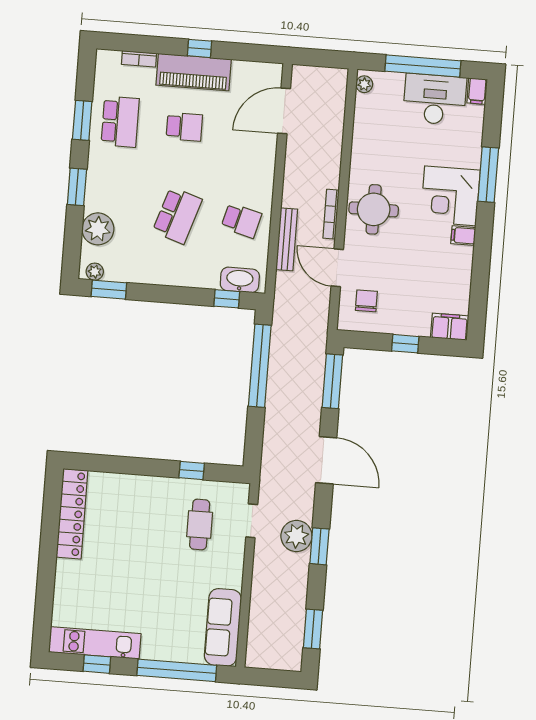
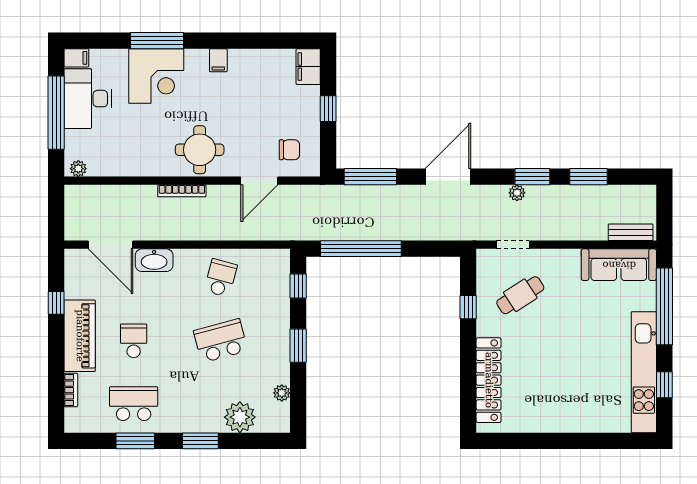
window: (200, 48) -> (56, 303), moved
corner desk: (450, 196) -> (156, 76), moved
bookcase: (331, 214) -> (182, 191), moved
school desk: (177, 215) -> (221, 341), turned -33
bench: (287, 239) -> (631, 232), moved, width x0.73
plant: (95, 272) -> (282, 393), moved
washbasin: (240, 280) -> (154, 260), moved, turned -90
window: (109, 290) -> (298, 346), moved
chair: (366, 301) -> (289, 150), turned 180
locker: (72, 514) -> (489, 380), moved, turned 90
cafe table: (200, 524) -> (520, 295), turned -33
plant: (296, 536) -> (517, 193), width x0.53, depth x0.53
window: (313, 629) -> (588, 177), moved
kitchen unit: (95, 643) -> (644, 372), width x1.36

